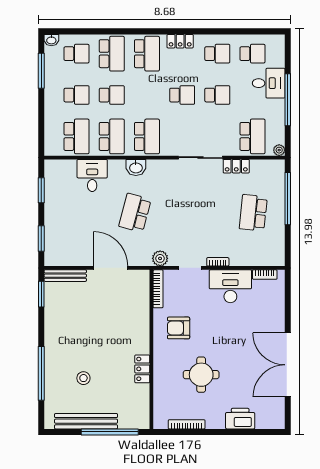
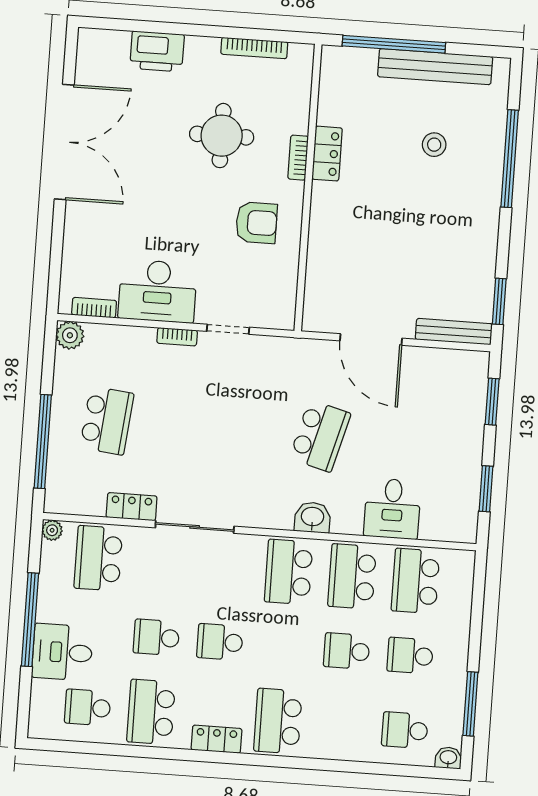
school desk: (112, 54) -> (341, 726), removed
school desk: (217, 54) -> (151, 712), width x1.85
plant: (160, 258) -> (70, 335), moved
bookcase: (158, 289) -> (298, 158), moved, width x0.64

